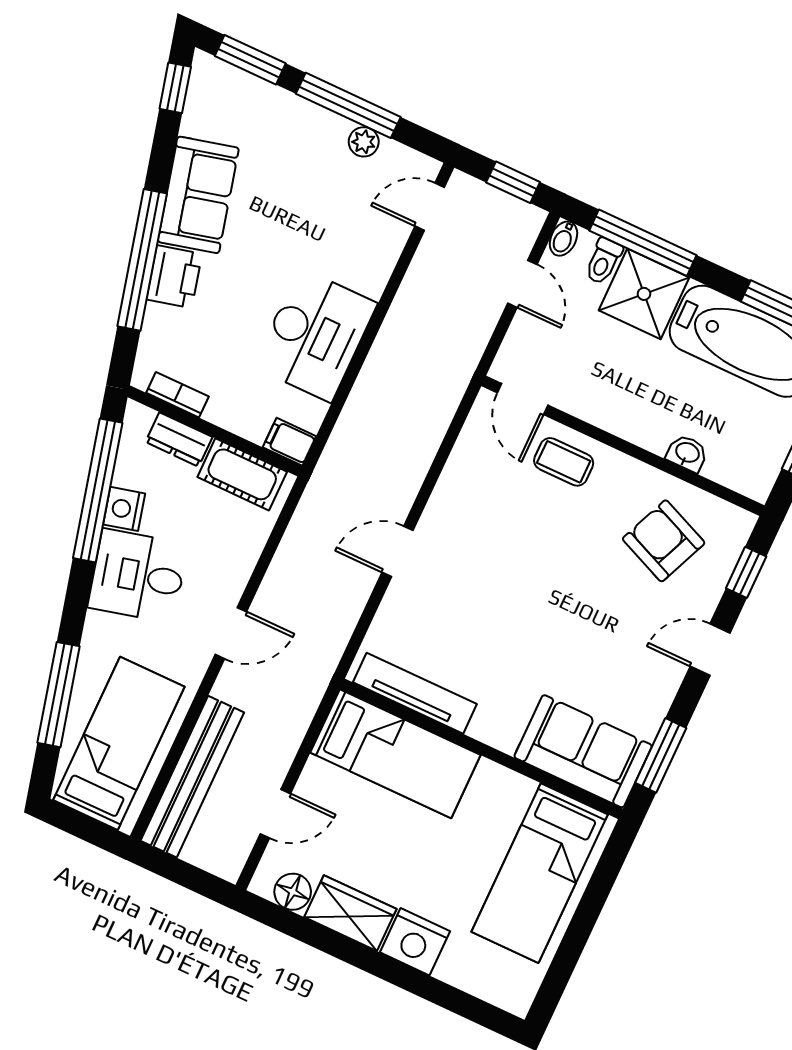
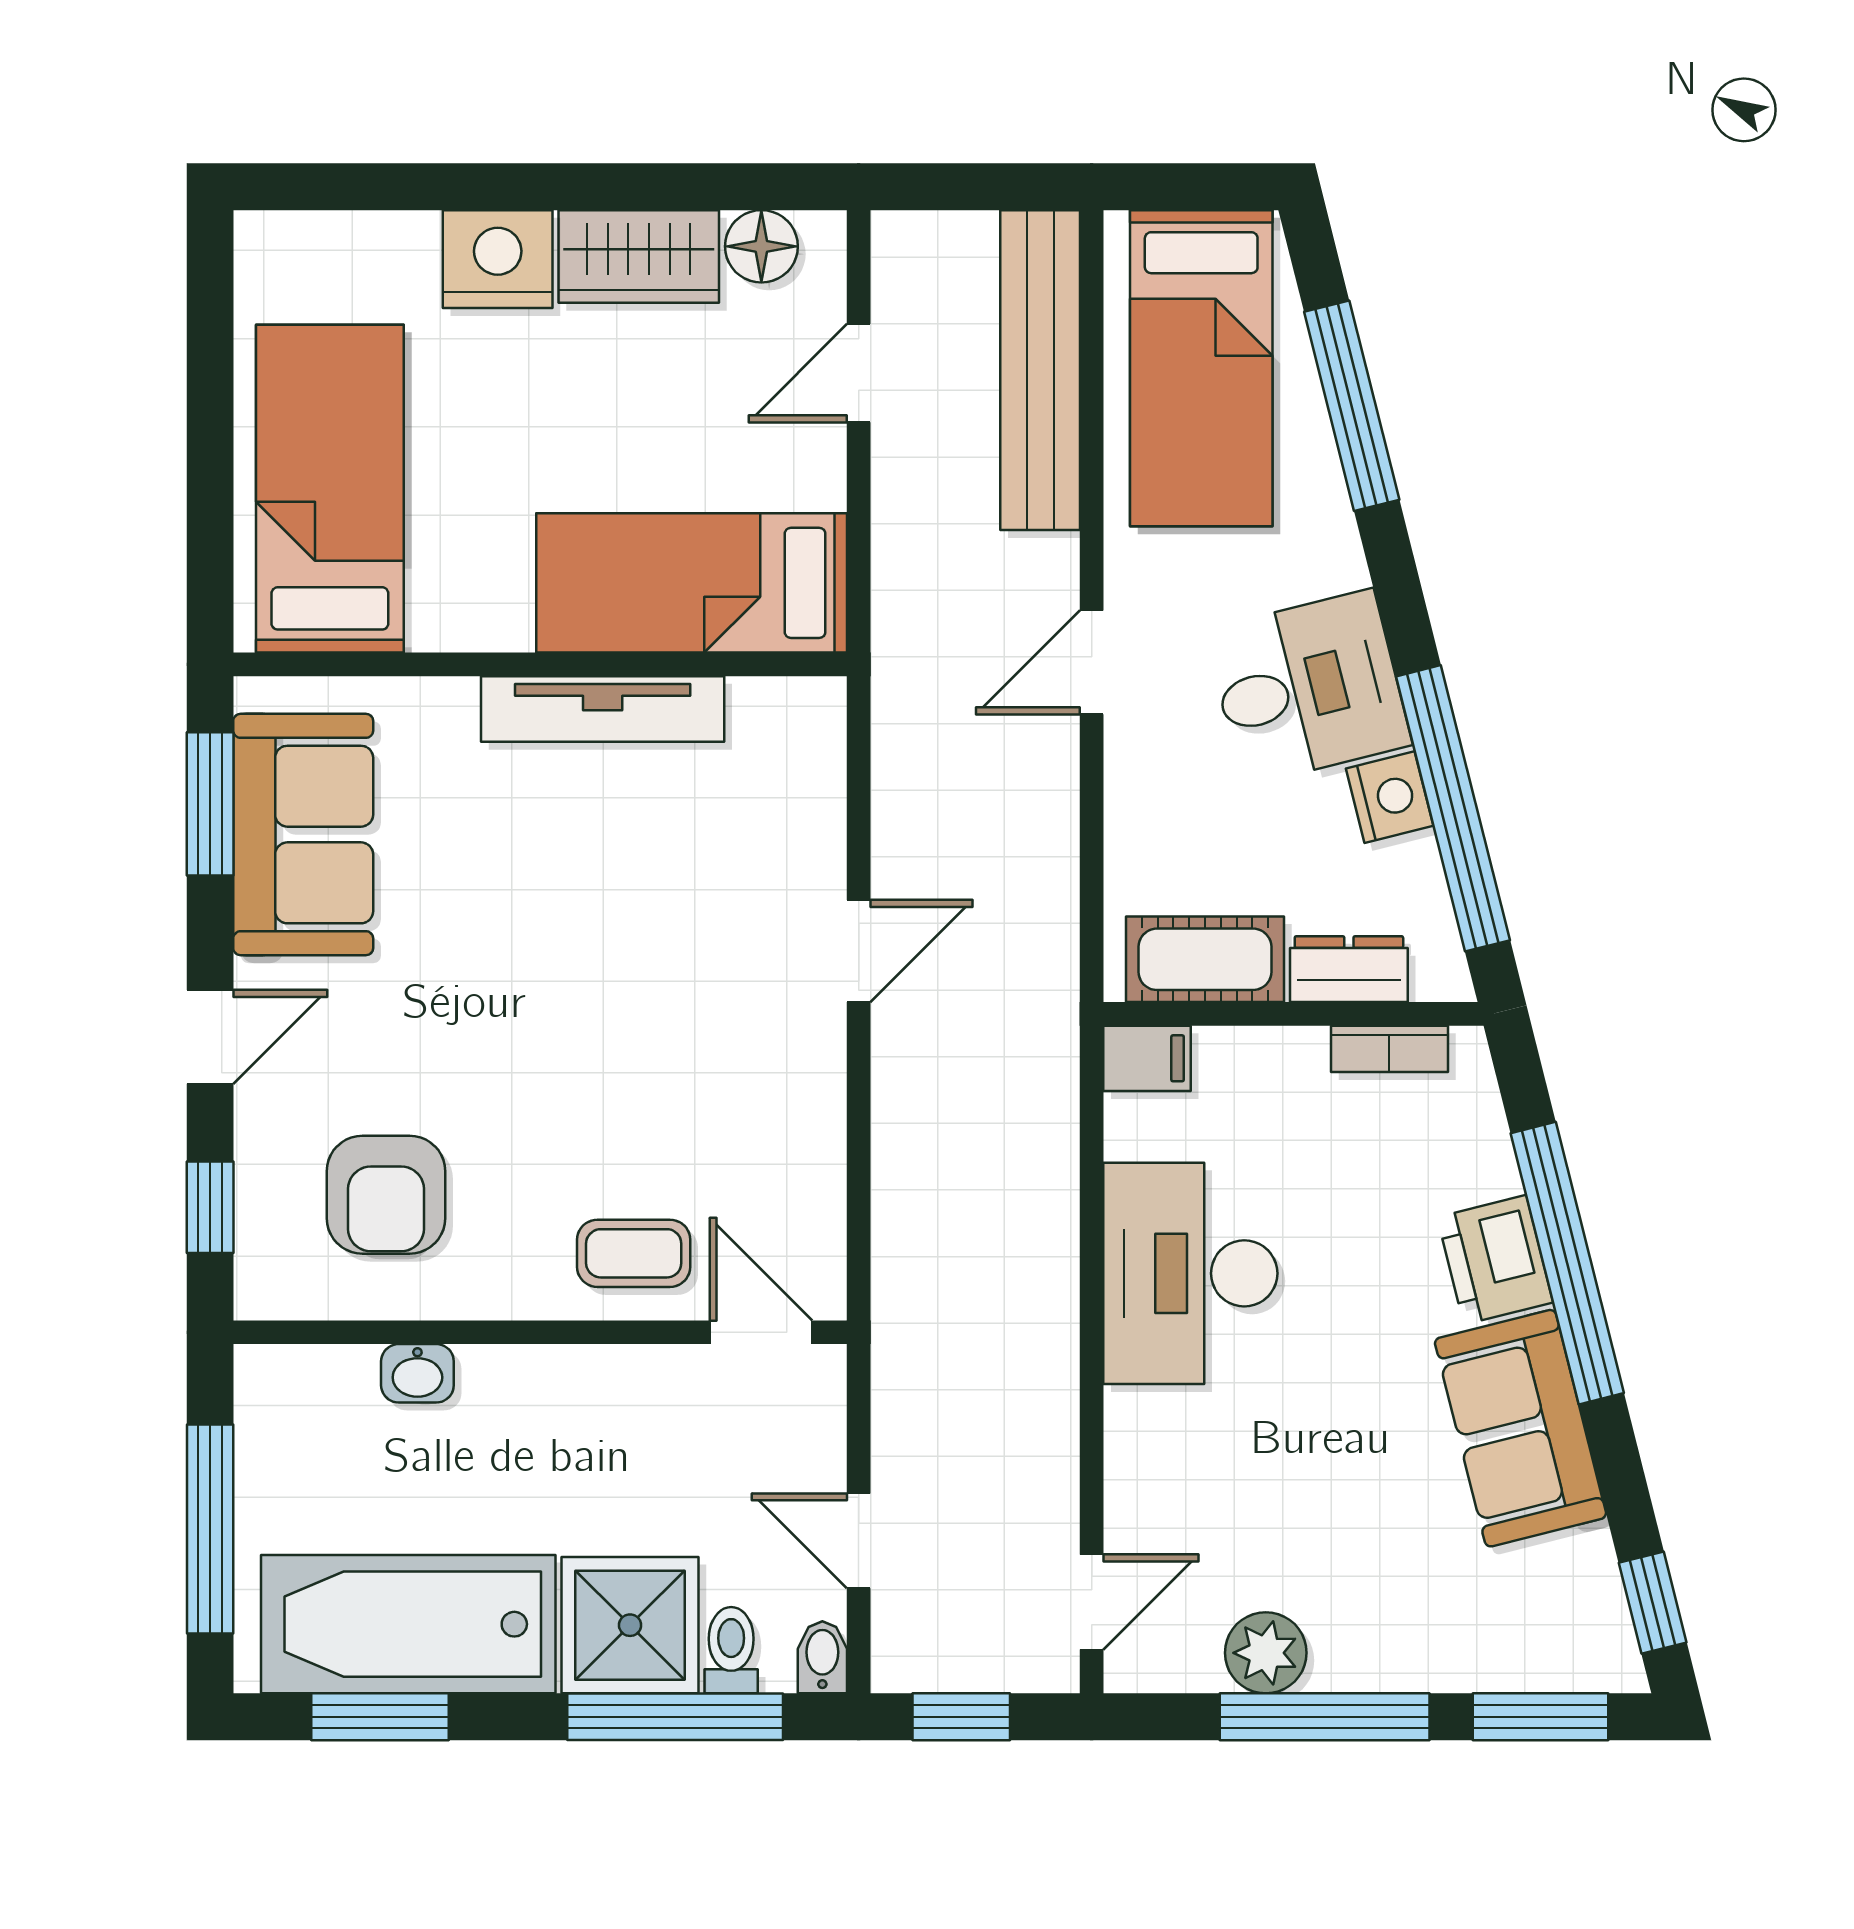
plant: (364, 142) -> (1266, 1653), width x1.38, depth x1.38
armchair: (664, 541) -> (386, 1195), turned 67
tv unit: (415, 693) -> (603, 709), moved
sofa: (583, 751) -> (303, 835), moved, turned -90

